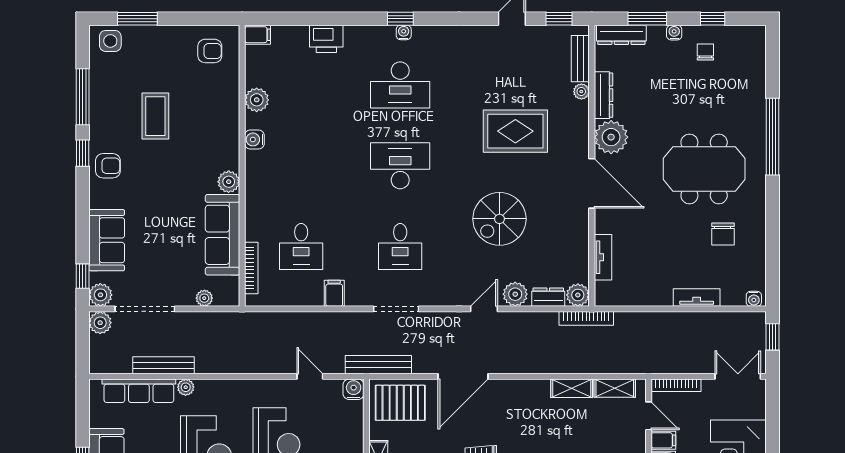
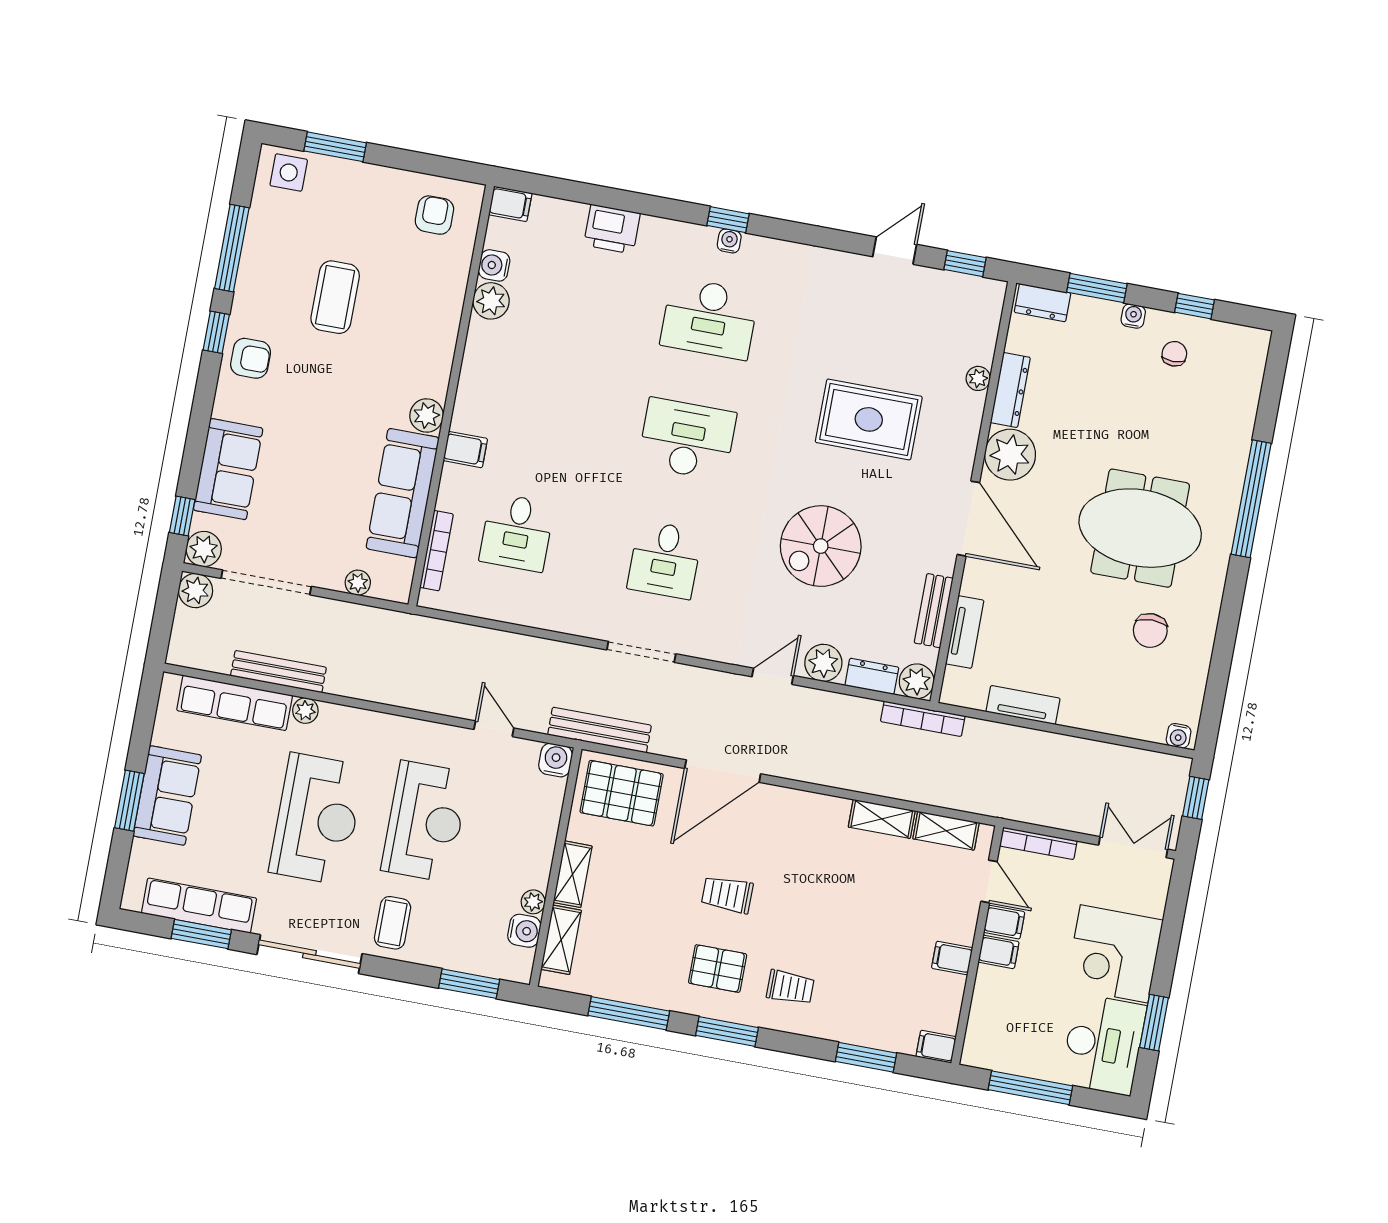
dresser: (621, 35) -> (1043, 303), width x0.70
armchair: (210, 51) -> (434, 215), turned -90
bench: (580, 59) -> (934, 611), moved
water cooler: (254, 139) -> (494, 265), moved
filing cabinet: (334, 293) -> (465, 450), moved, turned 90
tv unit: (697, 298) -> (1023, 705), moved

